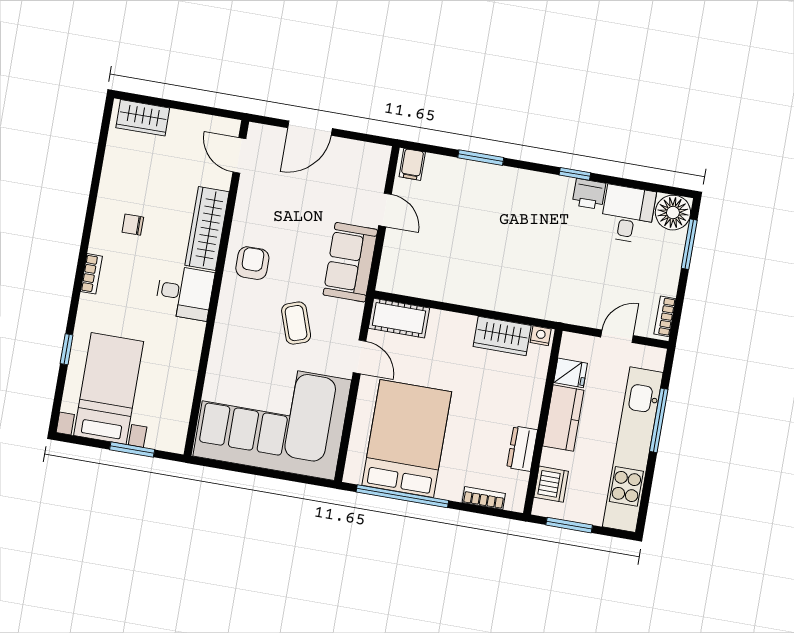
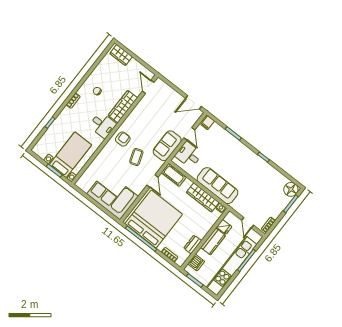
door: (310, 128) -> (194, 102), moved
printer: (589, 194) -> (265, 167), removed
desk: (628, 214) -> (189, 155), moved, turned -90
armchair: (252, 263) -> (123, 139), moved
sofa: (508, 290) -> (217, 186), added
wardrobe: (502, 336) -> (203, 197), width x1.50
door: (617, 336) -> (248, 223), swing flipped
bed with nightstands: (109, 388) -> (70, 155), moved
corner sofa: (272, 418) -> (113, 195), width x0.73, depth x0.74
bed: (407, 438) -> (154, 219), width x1.36

